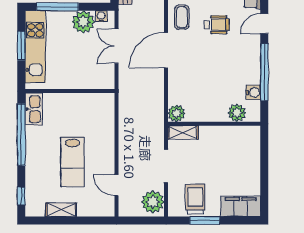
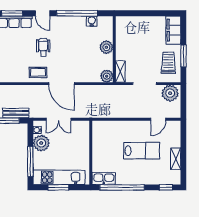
plant: (237, 113) -> (106, 47), moved
trolley: (195, 199) -> (168, 63), turned 90

